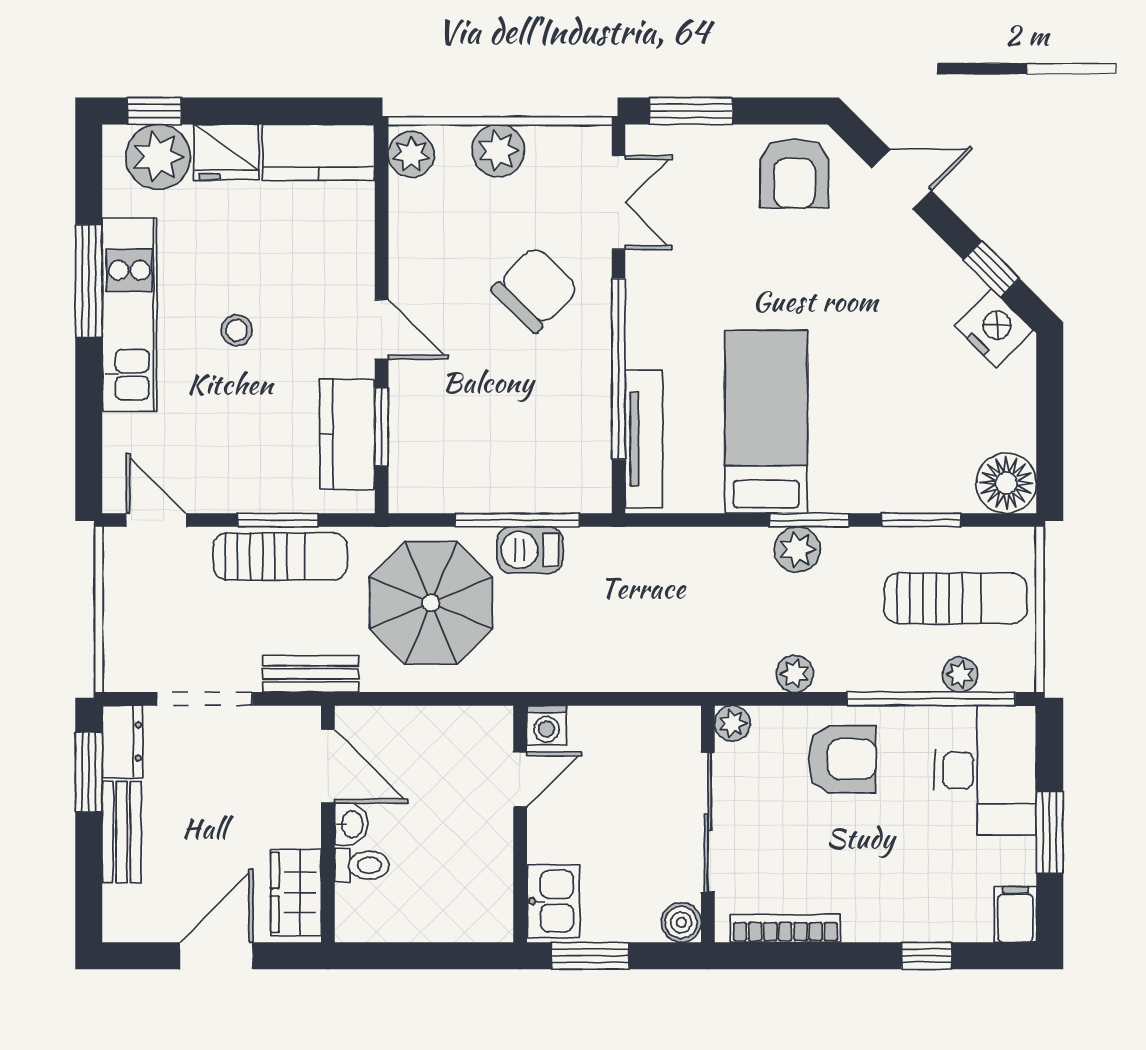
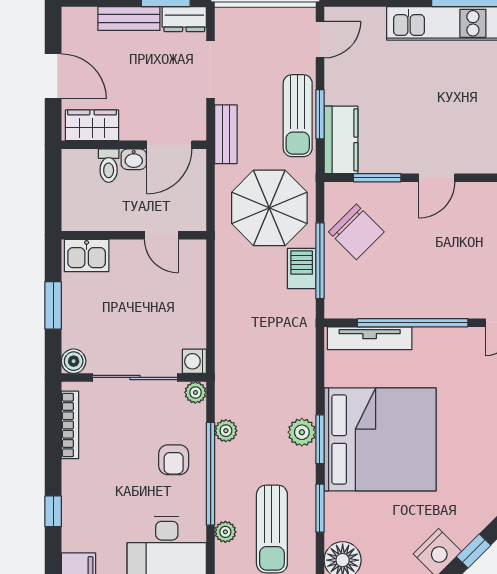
chair: (535, 289) -> (356, 232), moved
stool: (237, 330) -> (436, 89), removed
bed: (766, 422) -> (380, 439), width x2.04
kitchen counter: (347, 434) -> (341, 140), moved, turned 90
window: (931, 699) -> (211, 474), moved
washing machine: (547, 725) -> (194, 361), moved
armchair: (842, 759) -> (174, 460), width x0.72, depth x0.72
door: (520, 779) -> (161, 235), moved
wall: (520, 824) -> (134, 235), moved
kitchen sink: (553, 901) -> (87, 255), moved

